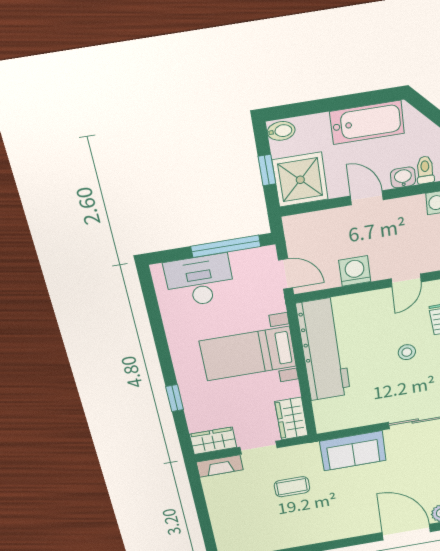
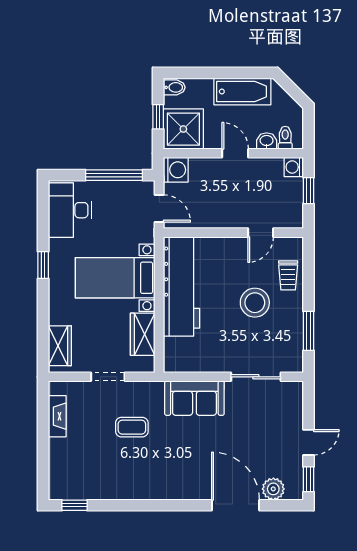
washing machine: (355, 271) -> (176, 170), moved, turned 90
desk: (200, 281) -> (70, 210), moved, turned -90
stool: (407, 352) -> (255, 303), width x1.89, depth x1.89
window: (175, 398) -> (43, 265), moved
wardrobe: (291, 419) -> (143, 334), moved
wardrobe: (213, 441) -> (60, 346), moved, turned 90
fireplace: (220, 466) -> (57, 416), moved, turned -90

